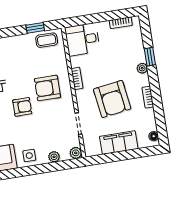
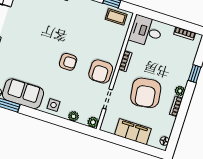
plant: (142, 68) -> (180, 91), moved
armchair: (47, 88) -> (101, 71), moved, turned -90

